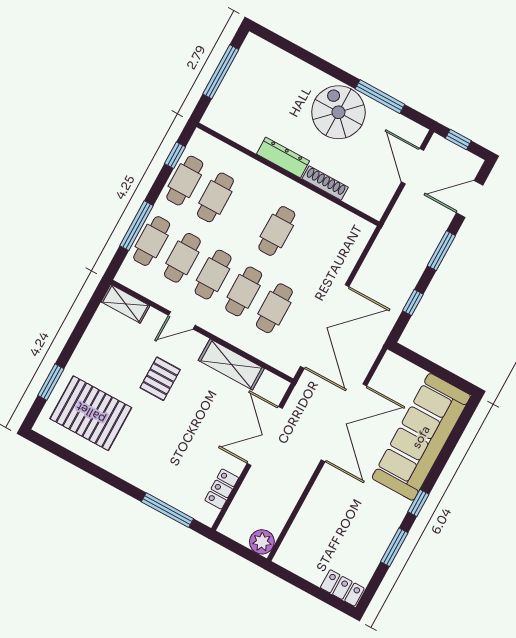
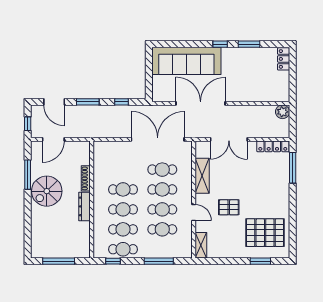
cafe table: (152, 241) -> (123, 209), moved
pallet: (91, 413) -> (265, 233), turned 90
locker: (222, 489) -> (273, 146), width x1.53

